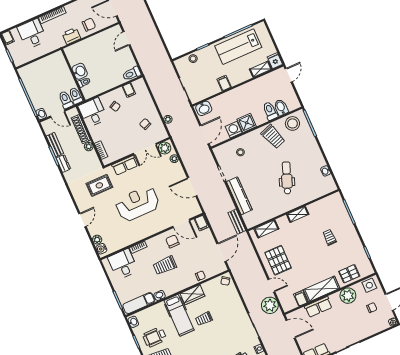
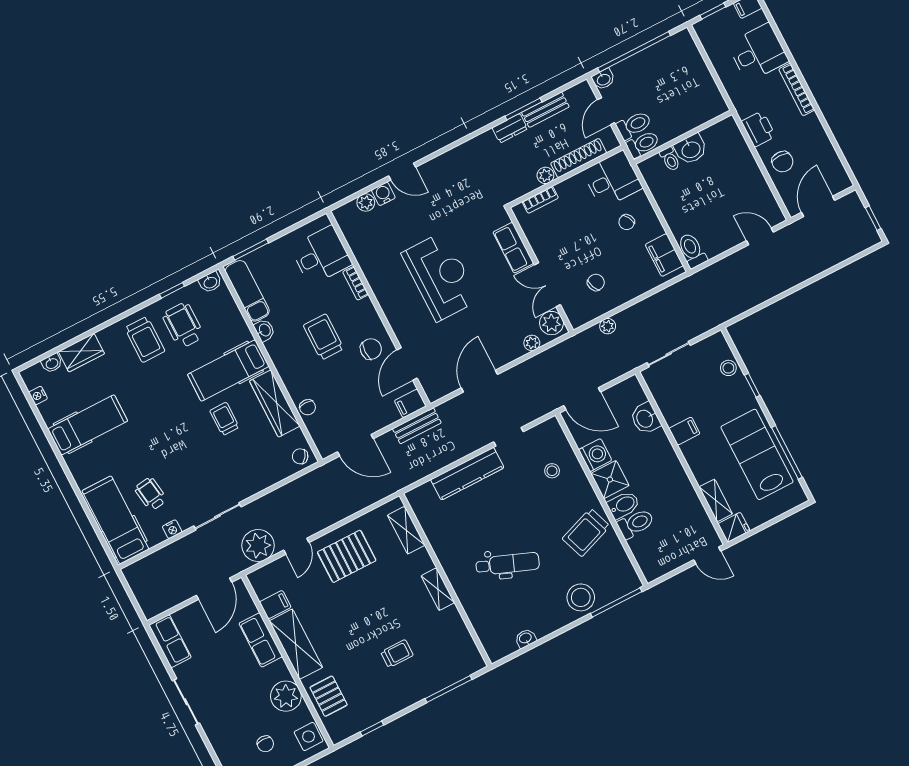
filing cabinet: (129, 90) -> (664, 255), width x2.00
bidet: (281, 107) -> (623, 505), moved
washbasin: (204, 108) -> (645, 418), moved
stool: (292, 123) -> (581, 597), moved
rug: (99, 185) -> (471, 201), removed
bench: (237, 222) -> (417, 426), moved
water cooler: (101, 249) -> (383, 194), moved
wardrobe: (192, 295) -> (275, 404), width x1.50

